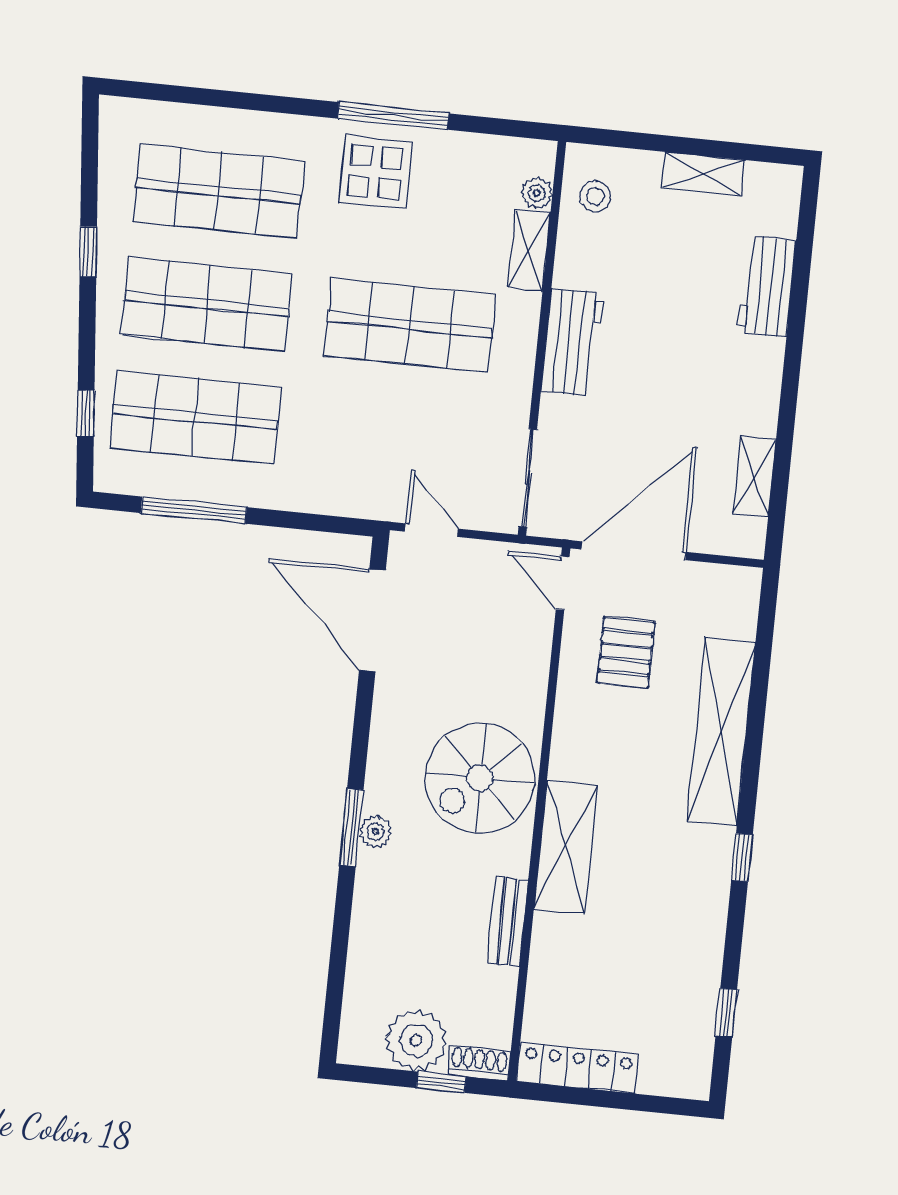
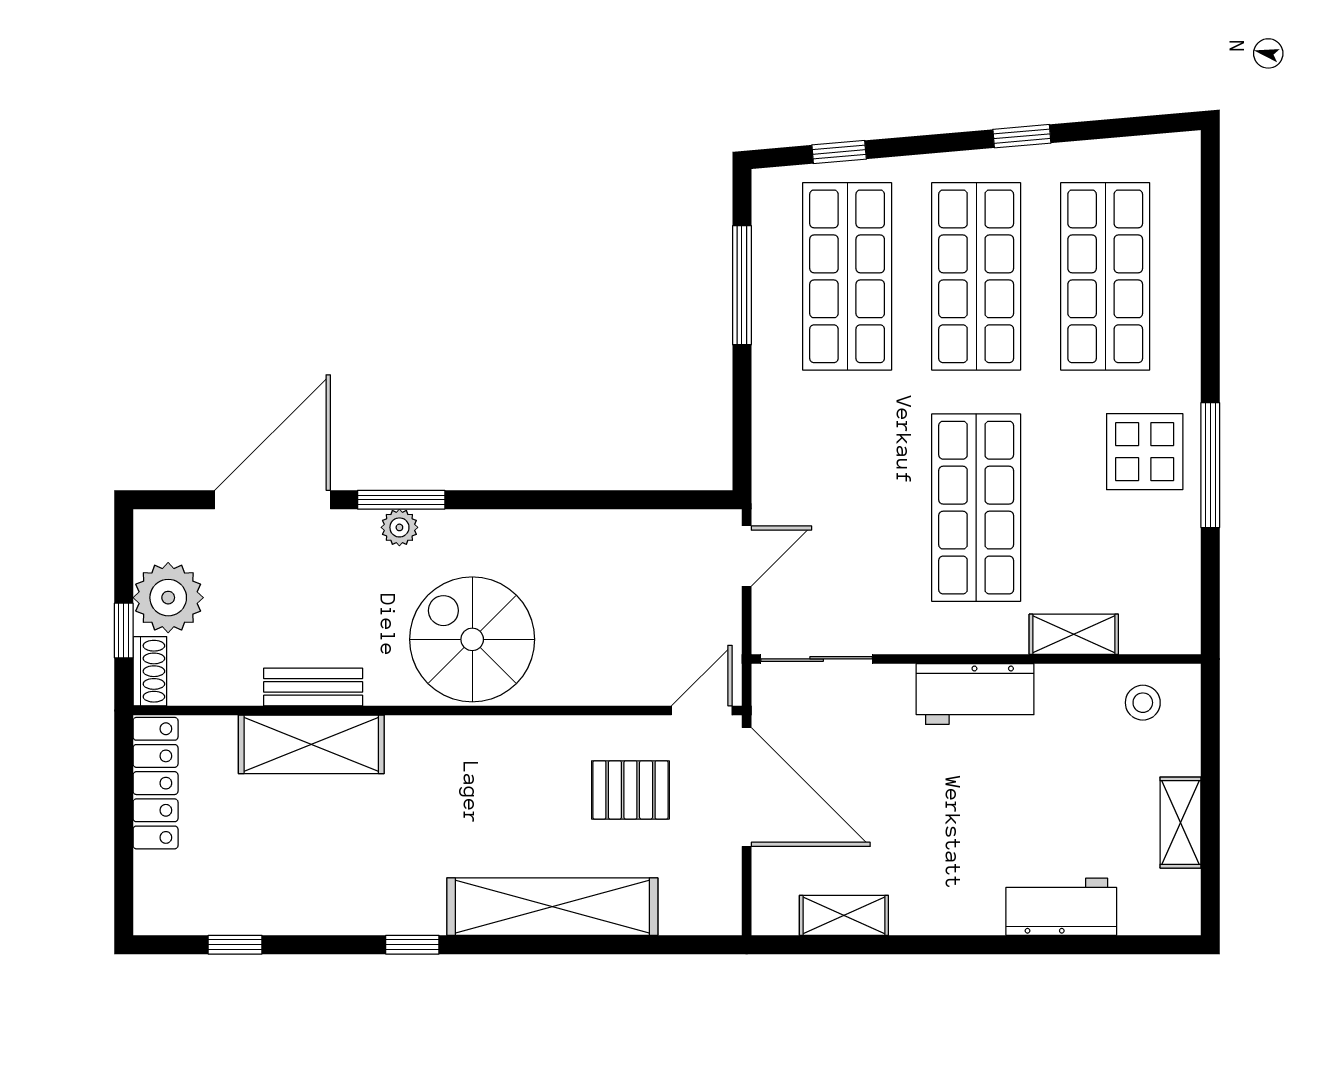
plant: (537, 193) -> (1140, 637), removed
door: (372, 620) -> (273, 500), moved
shelving: (566, 847) -> (311, 744), moved

